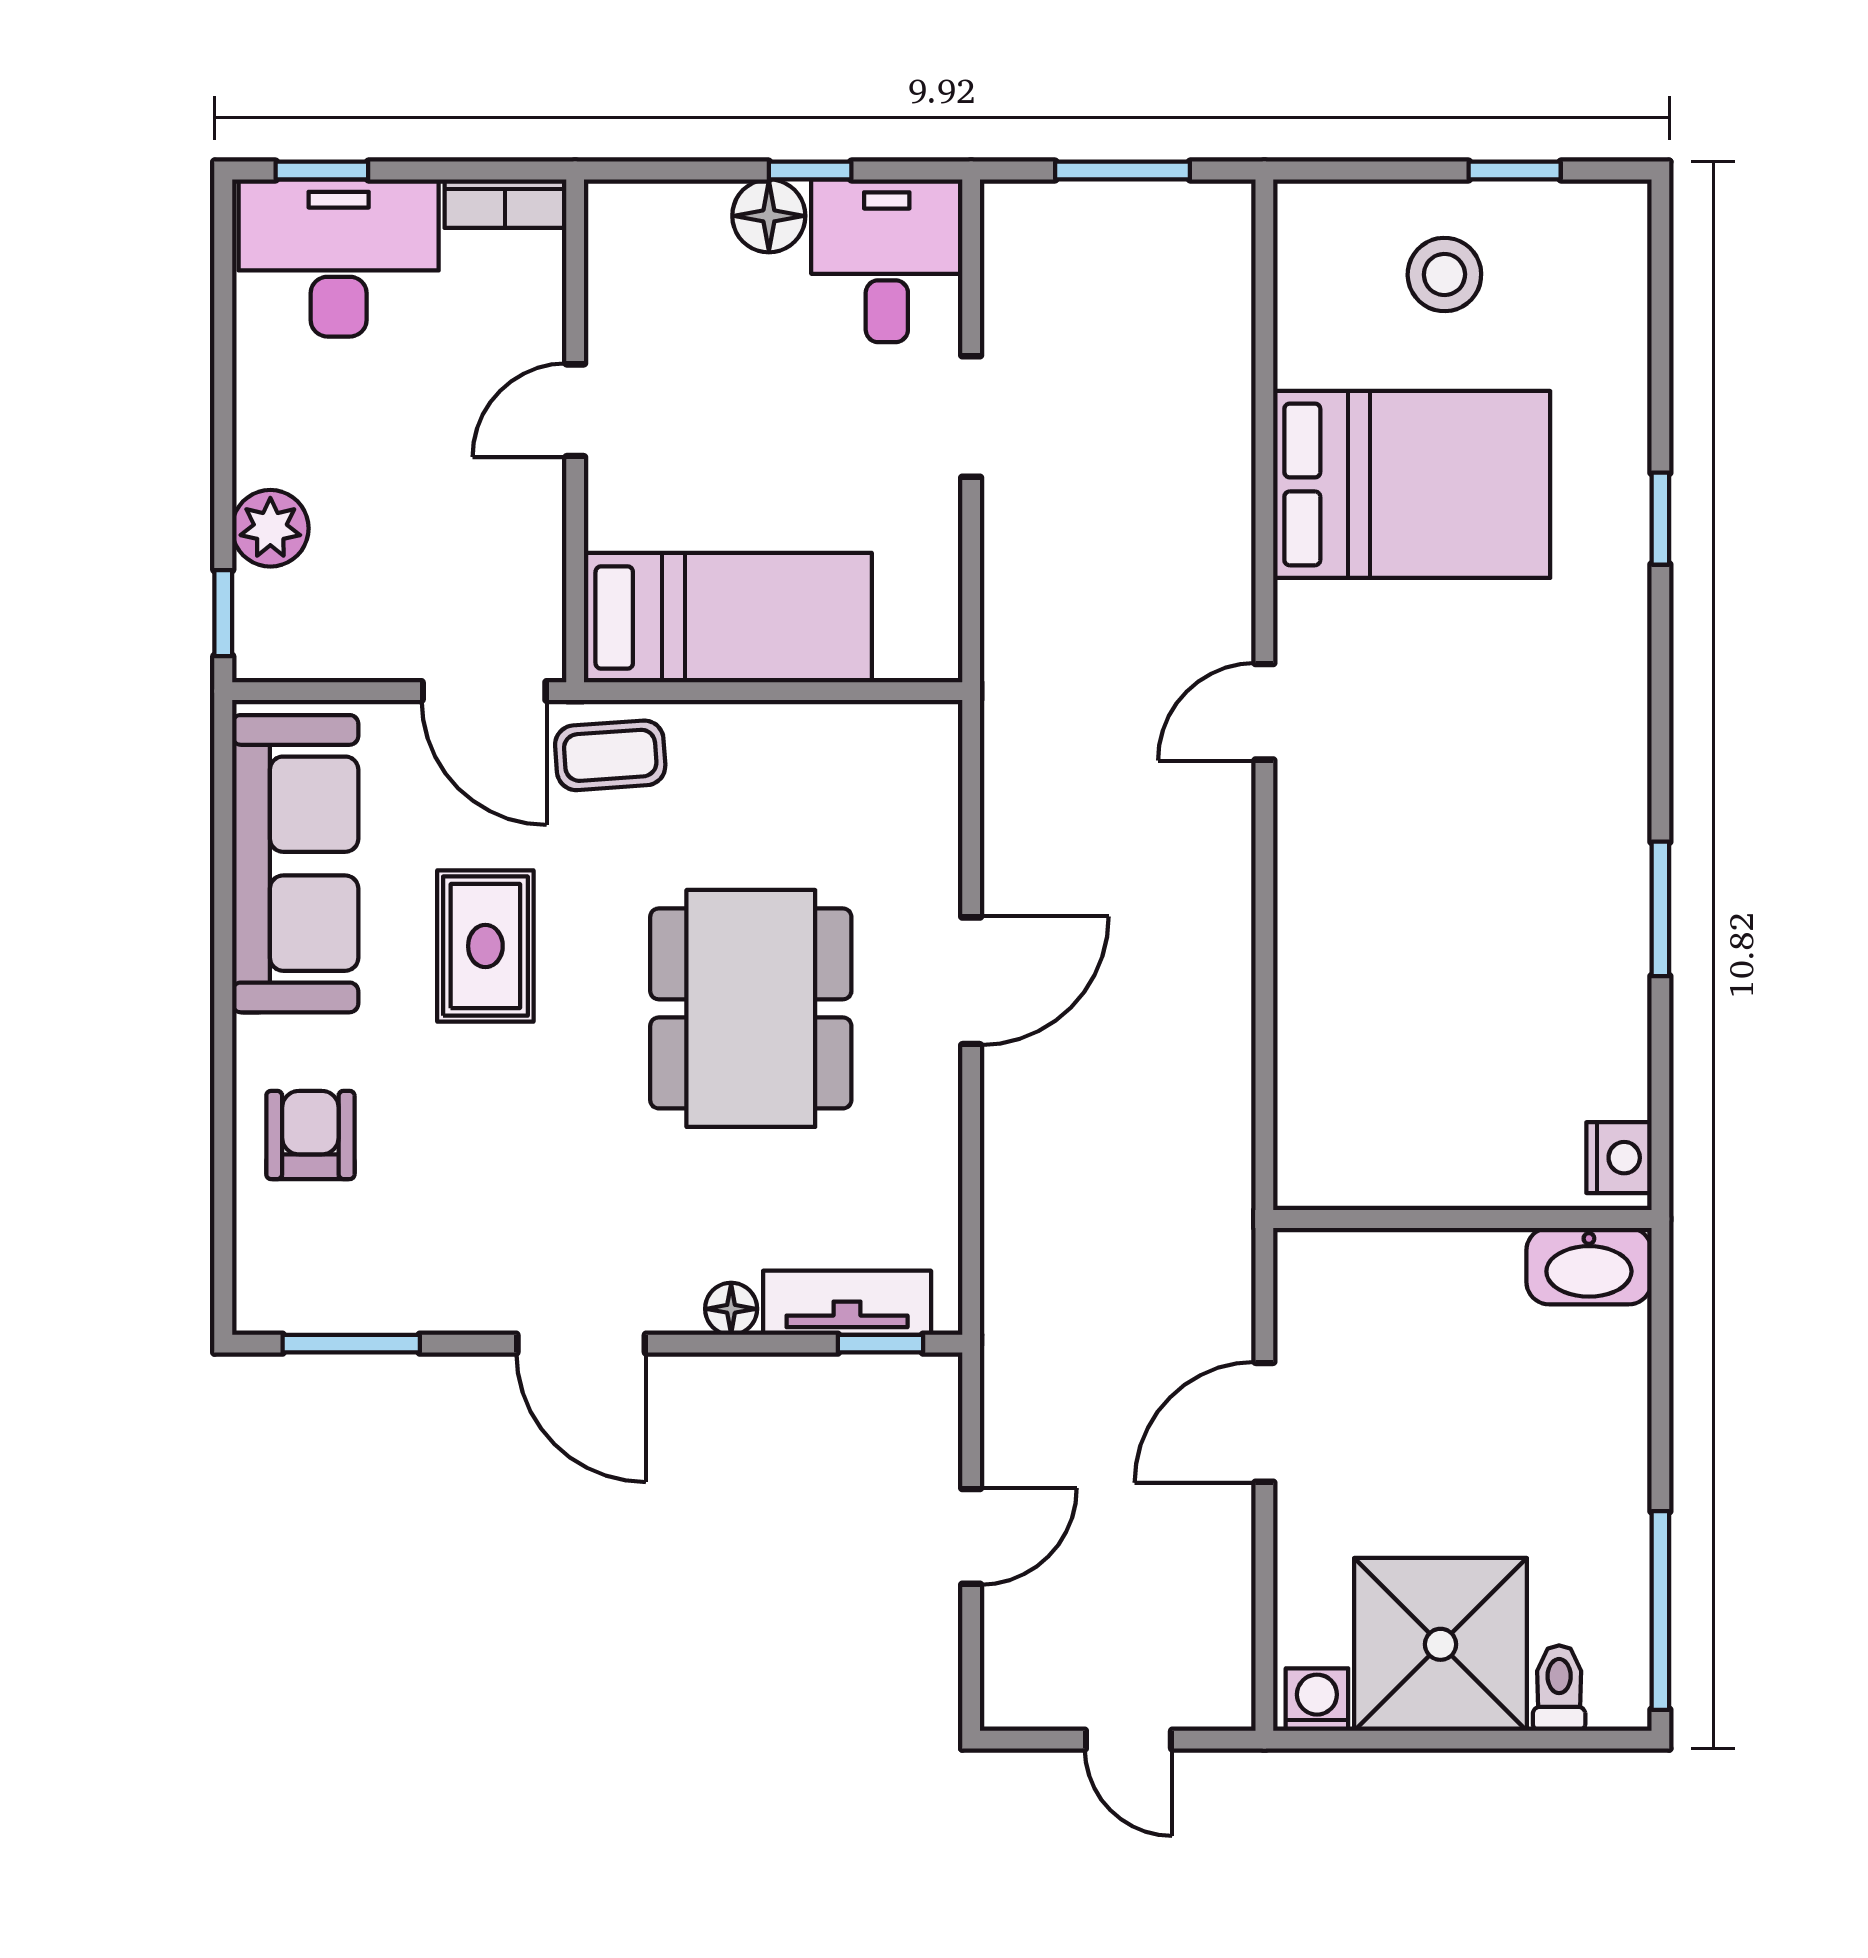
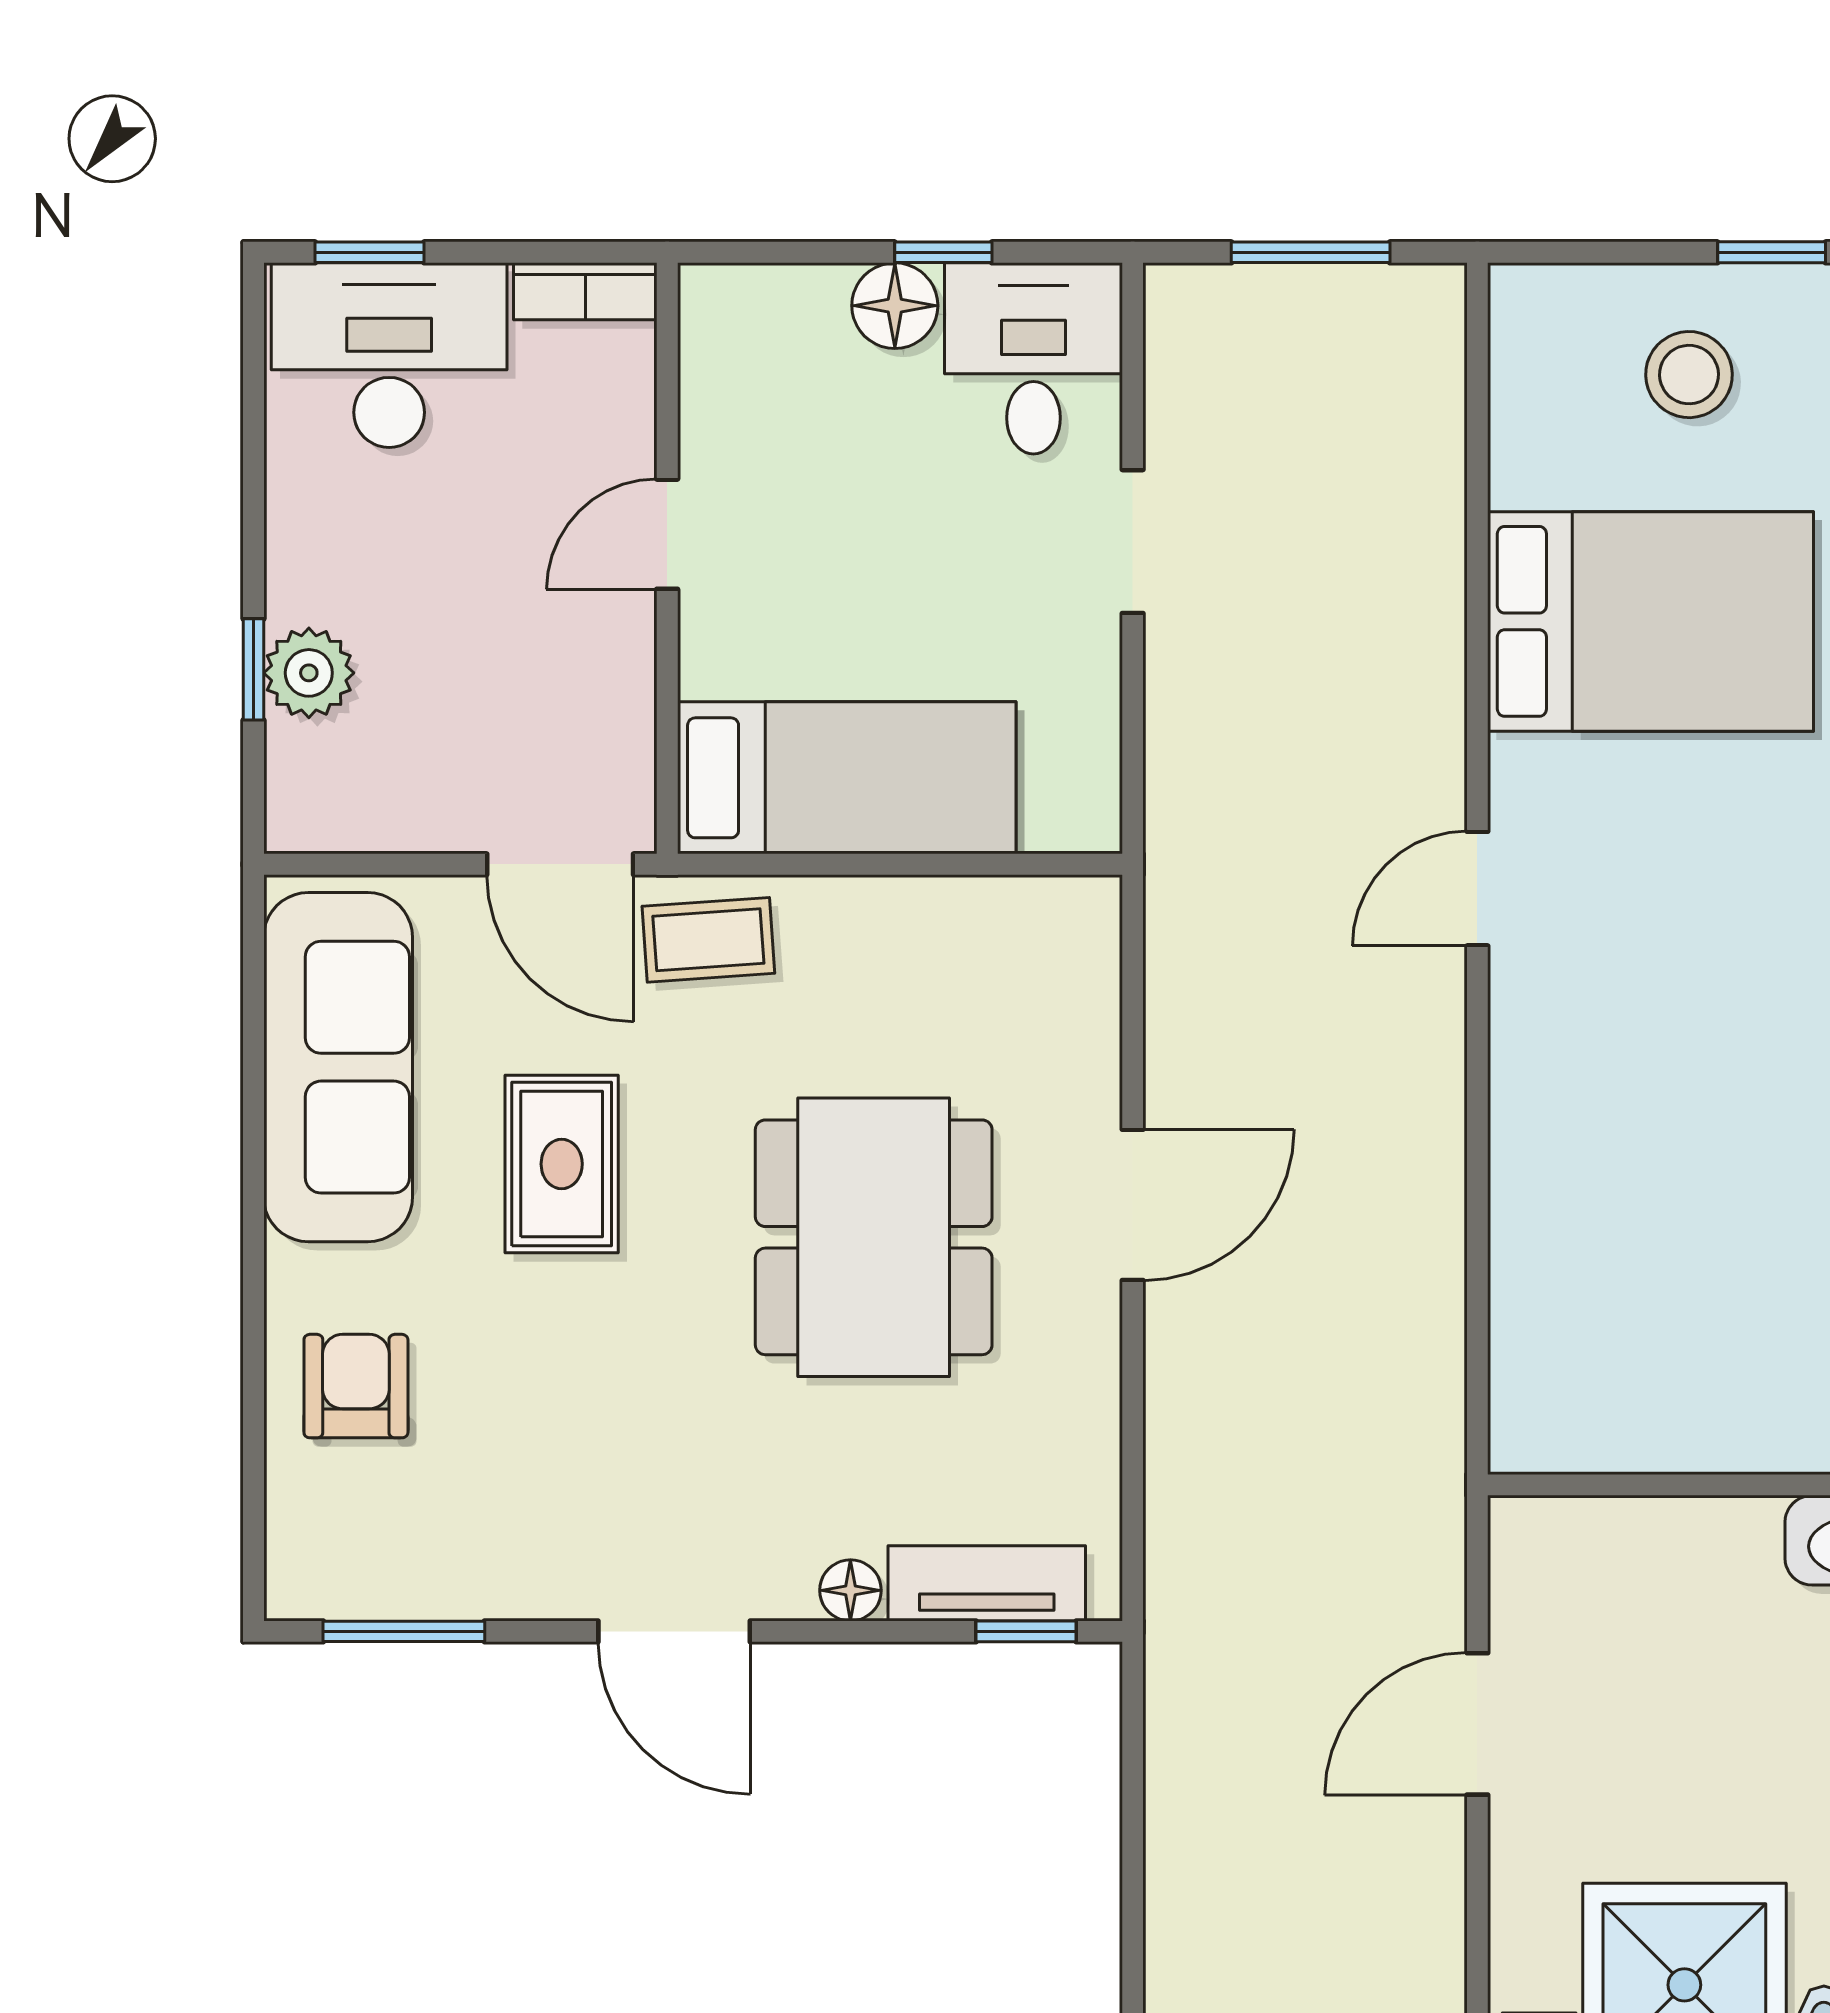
window: (223, 613) -> (253, 669), moved
door: (971, 1536) -> (1133, 1858), removed

